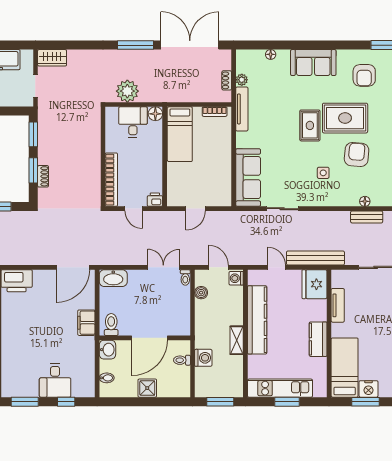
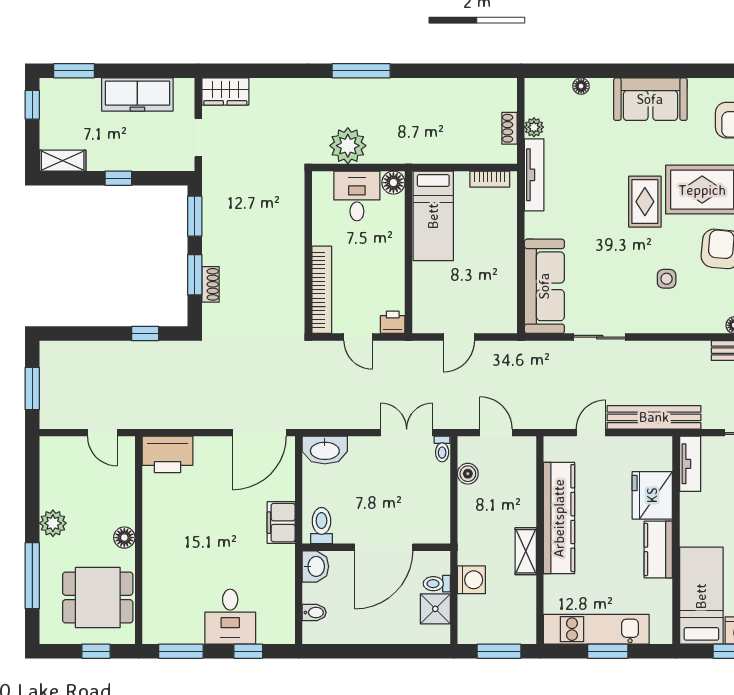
double door: (190, 45) -> (450, 71), removed
door: (277, 267) -> (591, 433), hinge flipped
washing machine: (236, 278) -> (525, 450), removed
fridge: (314, 284) -> (652, 495), moved
tv unit: (338, 305) -> (690, 464), moved
shower: (147, 388) -> (435, 609), moved

